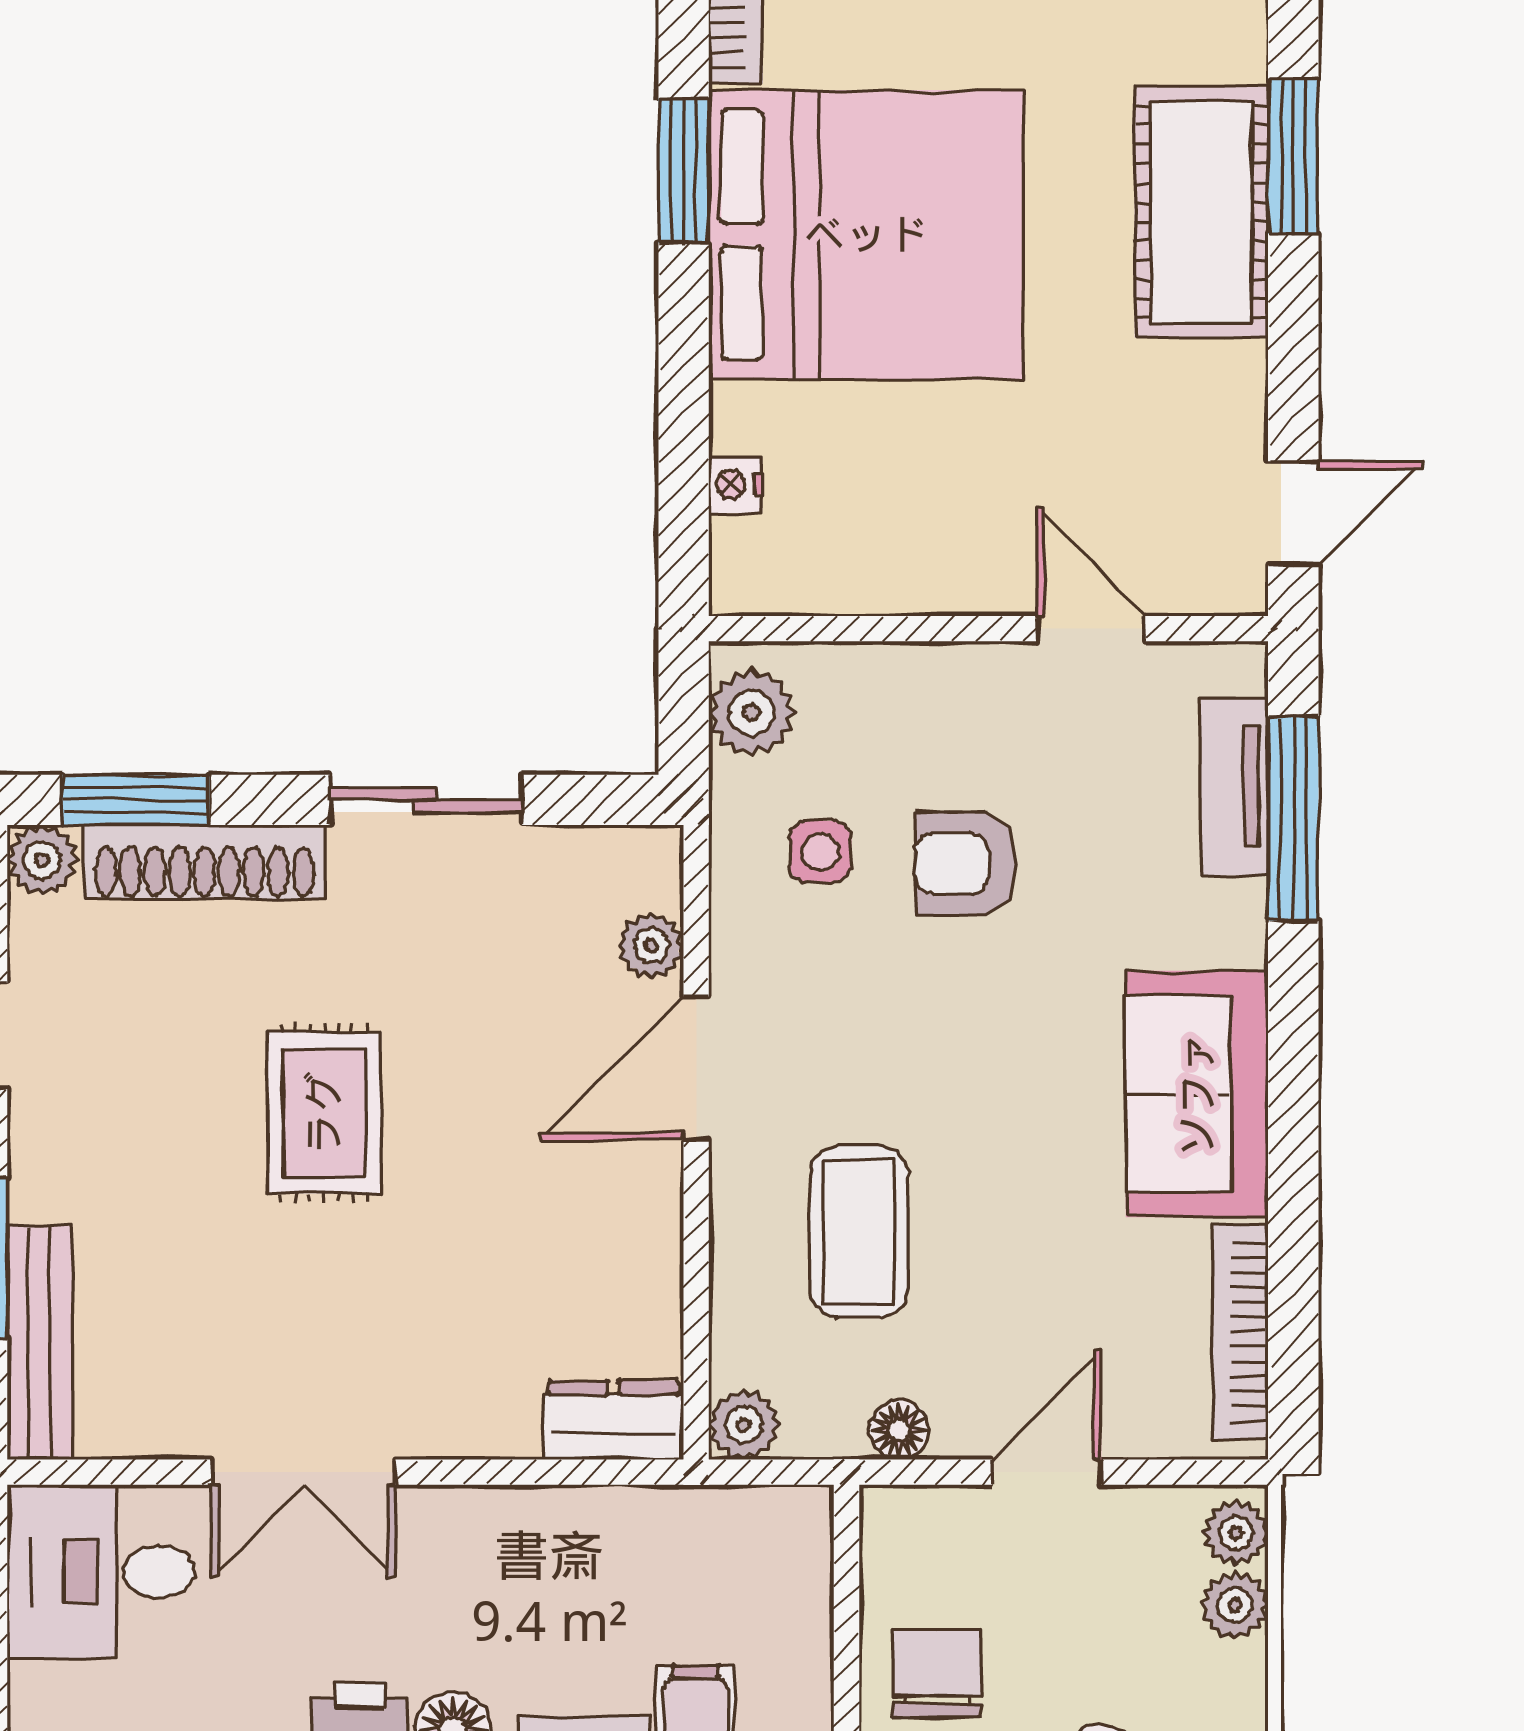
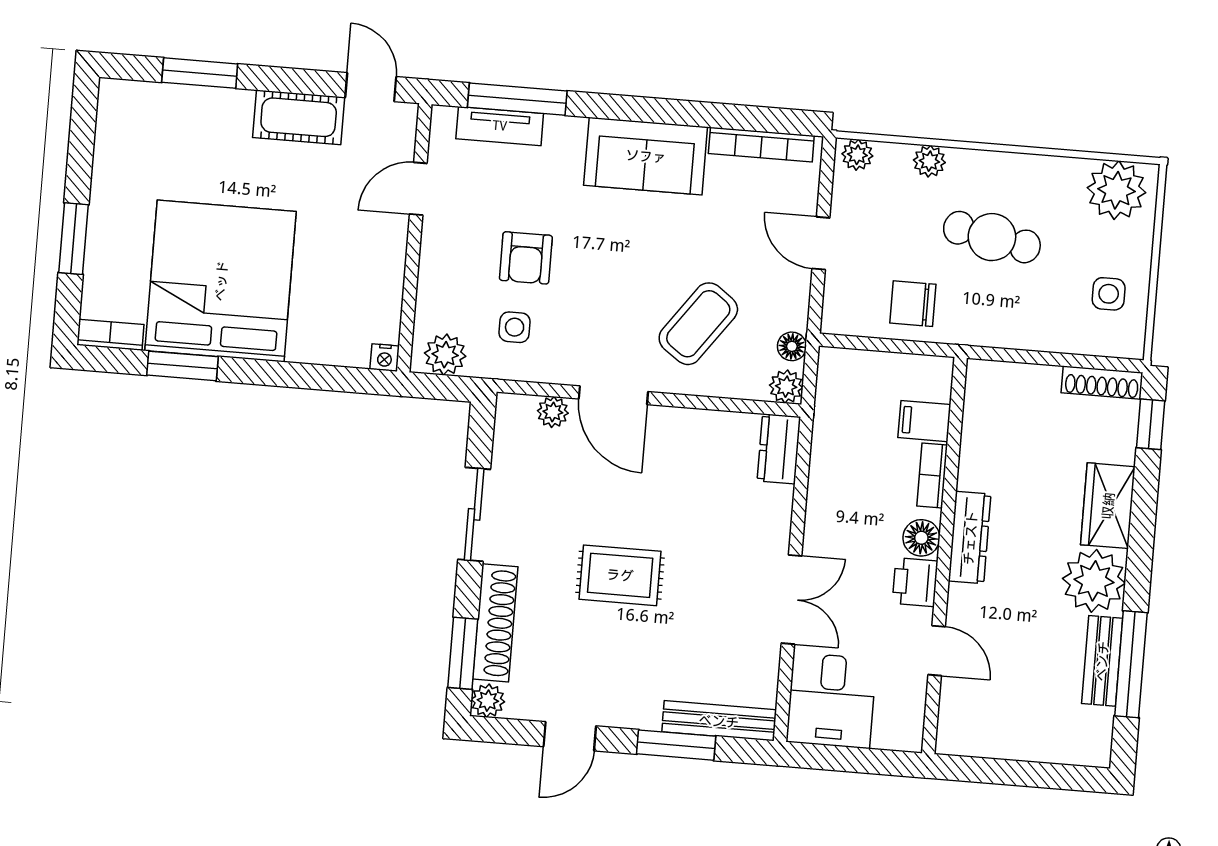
cot: (1201, 212) -> (299, 117), moved, width x0.73, depth x0.75
nightstand: (735, 485) -> (385, 357), moved
coffee table: (859, 1232) -> (698, 324), turned -54
floor lamp: (899, 1430) -> (792, 346), moved
plant: (1235, 1605) -> (929, 161), moved

